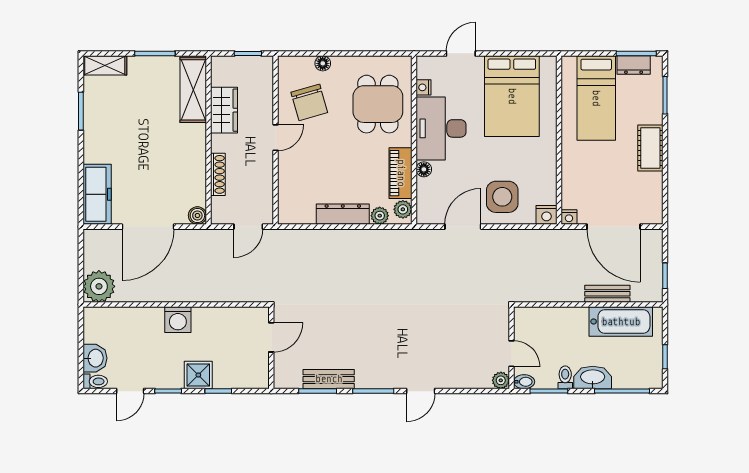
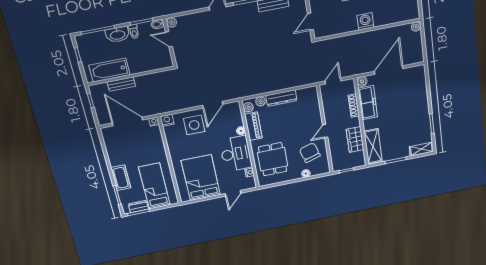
cot: (650, 148) -> (121, 178), moved
freezer: (97, 194) -> (368, 103), moved, turned 180
plant: (99, 286) -> (416, 27), width x0.53, depth x0.53

